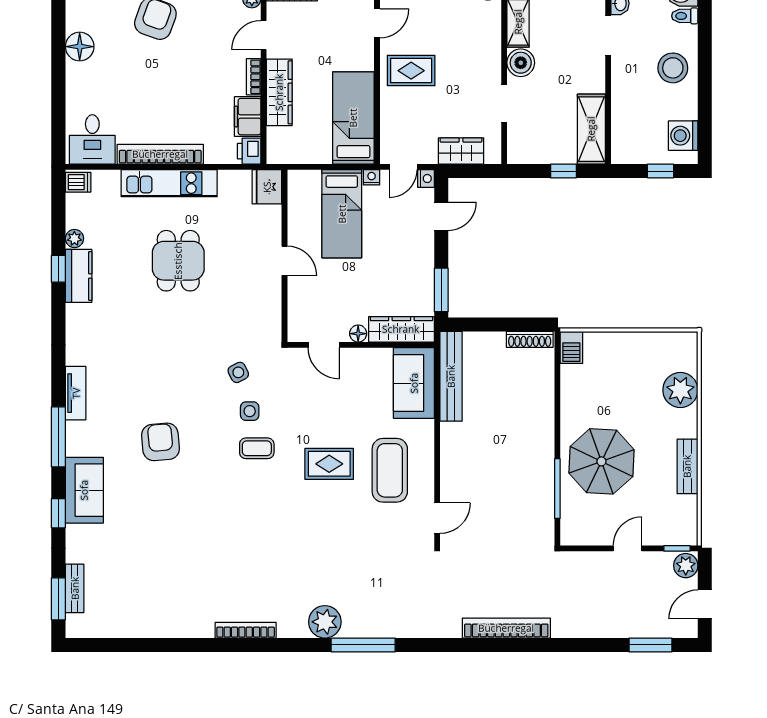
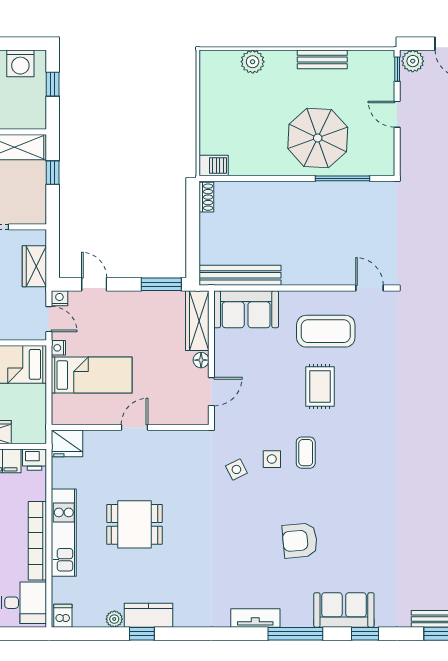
shoe rack: (530, 339) -> (206, 197), width x0.70
plant: (680, 390) -> (253, 62), width x0.73, depth x0.73

